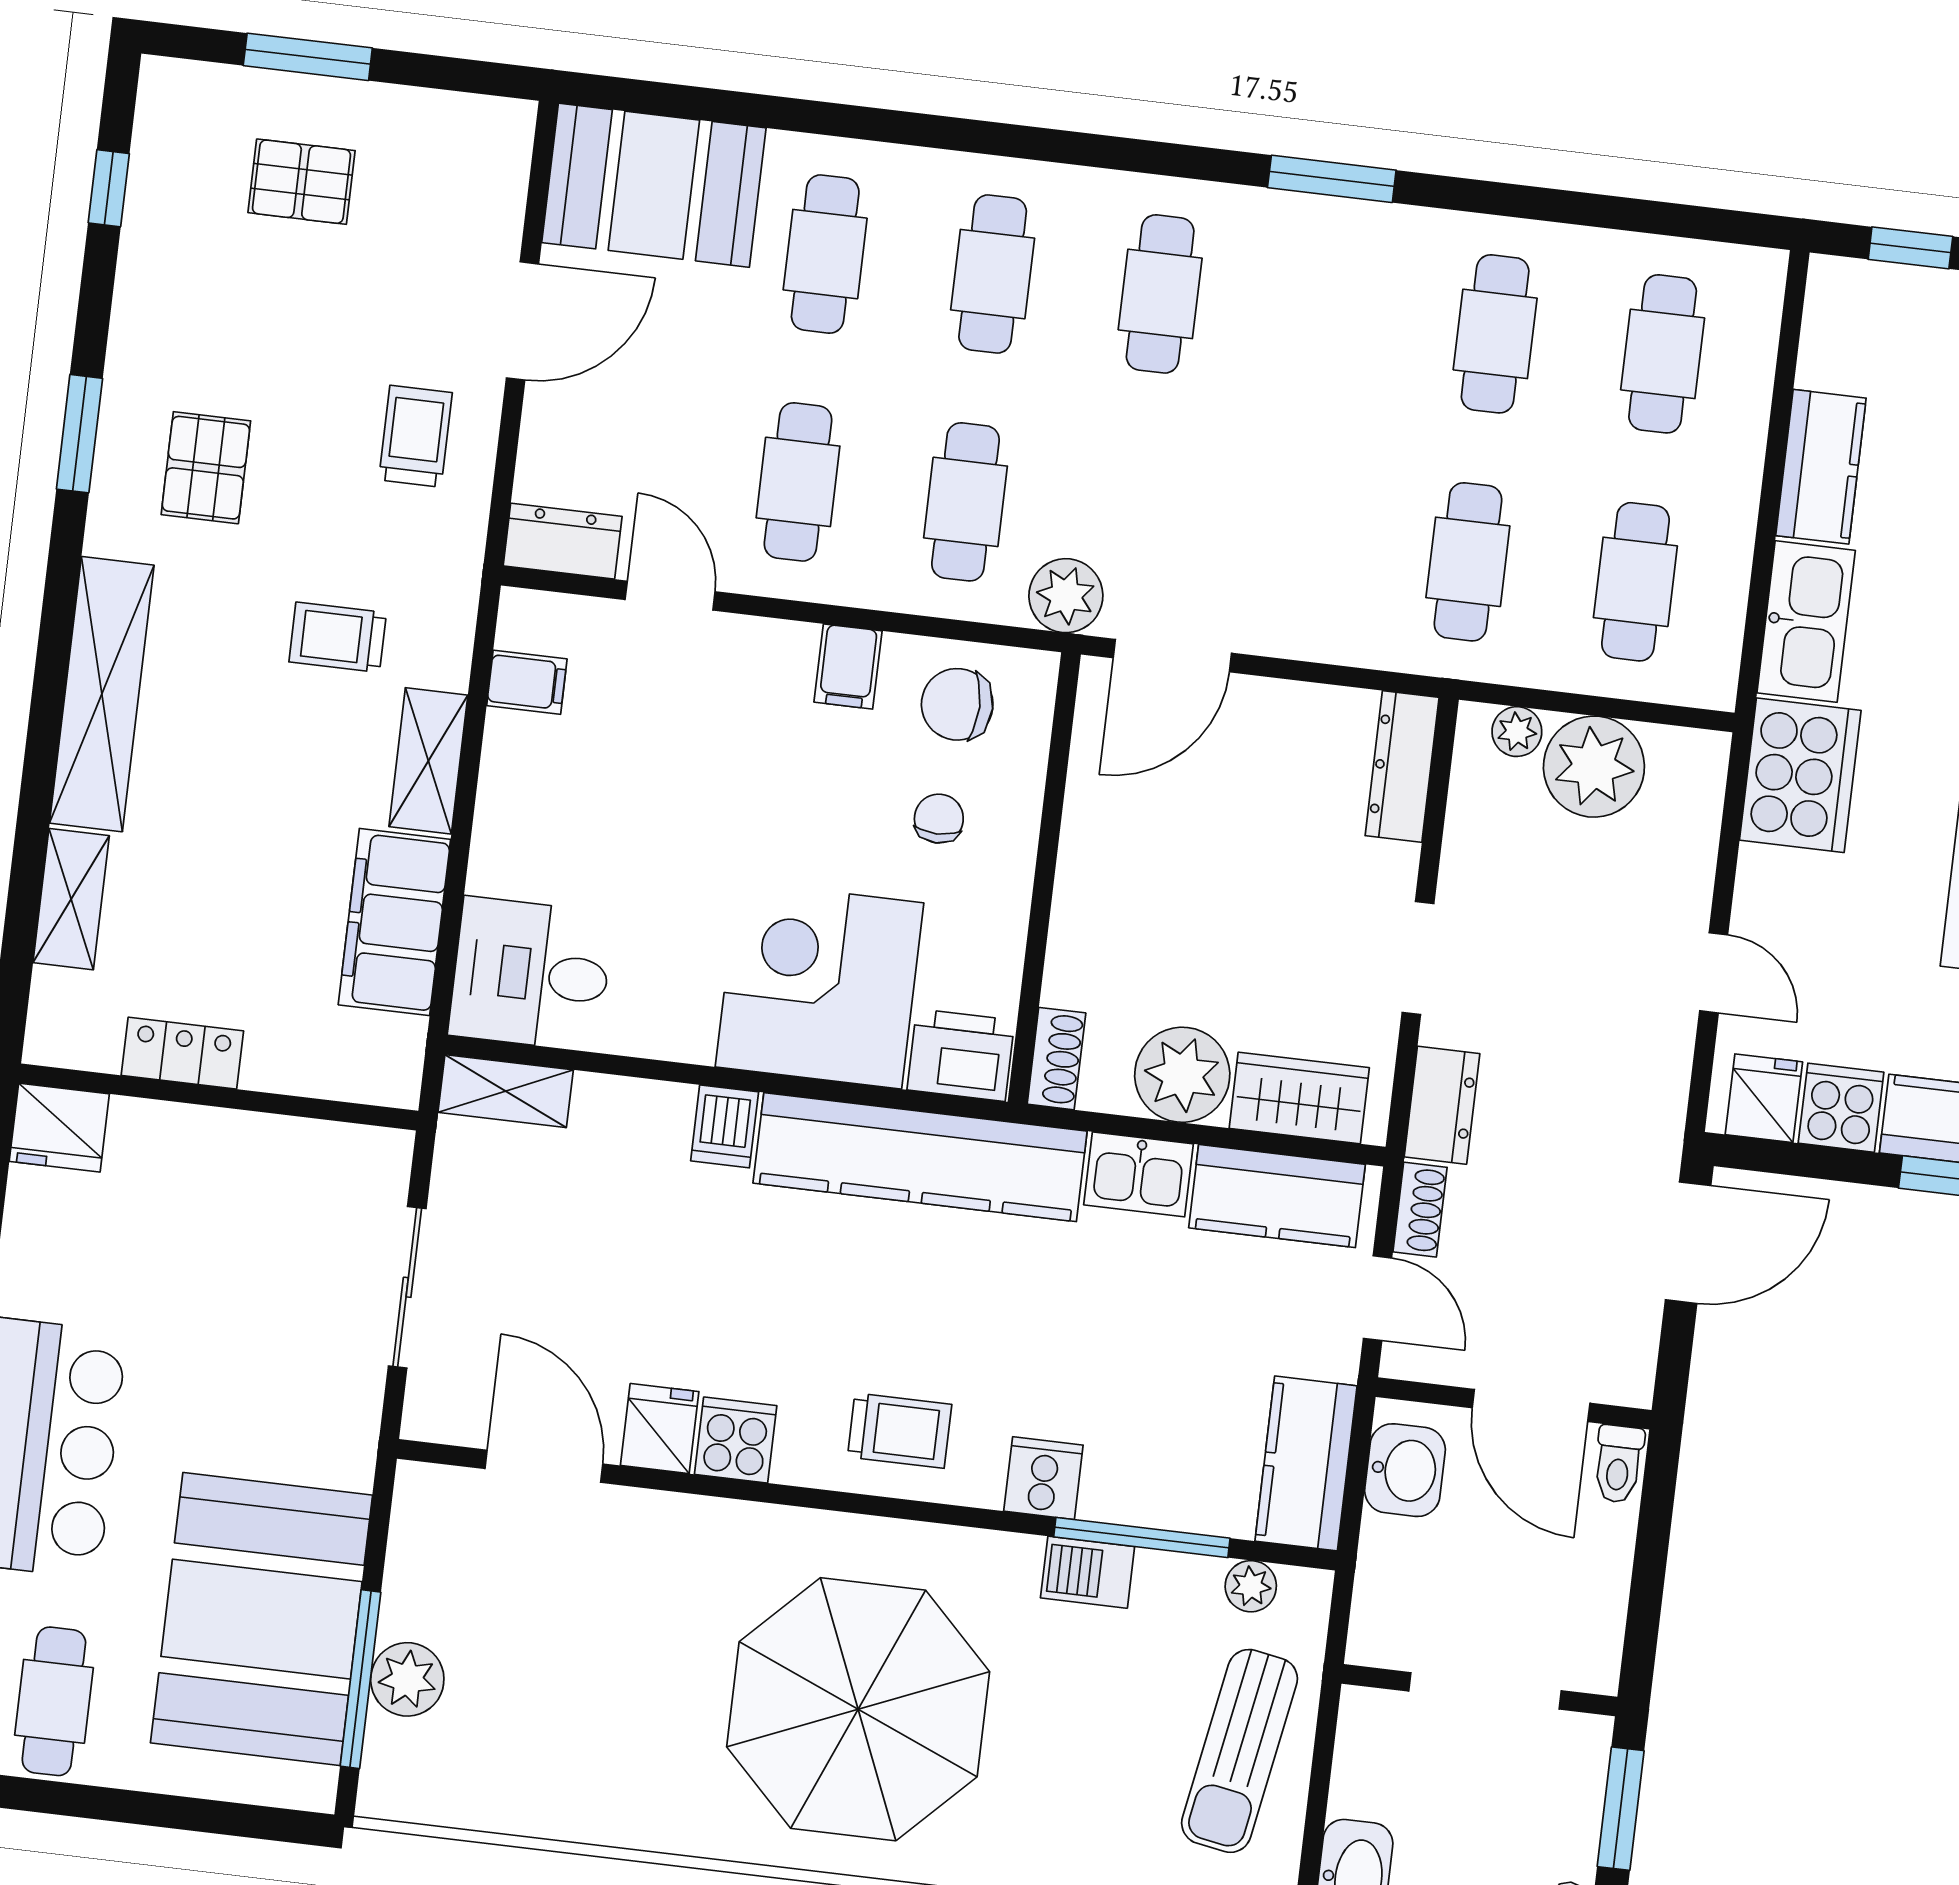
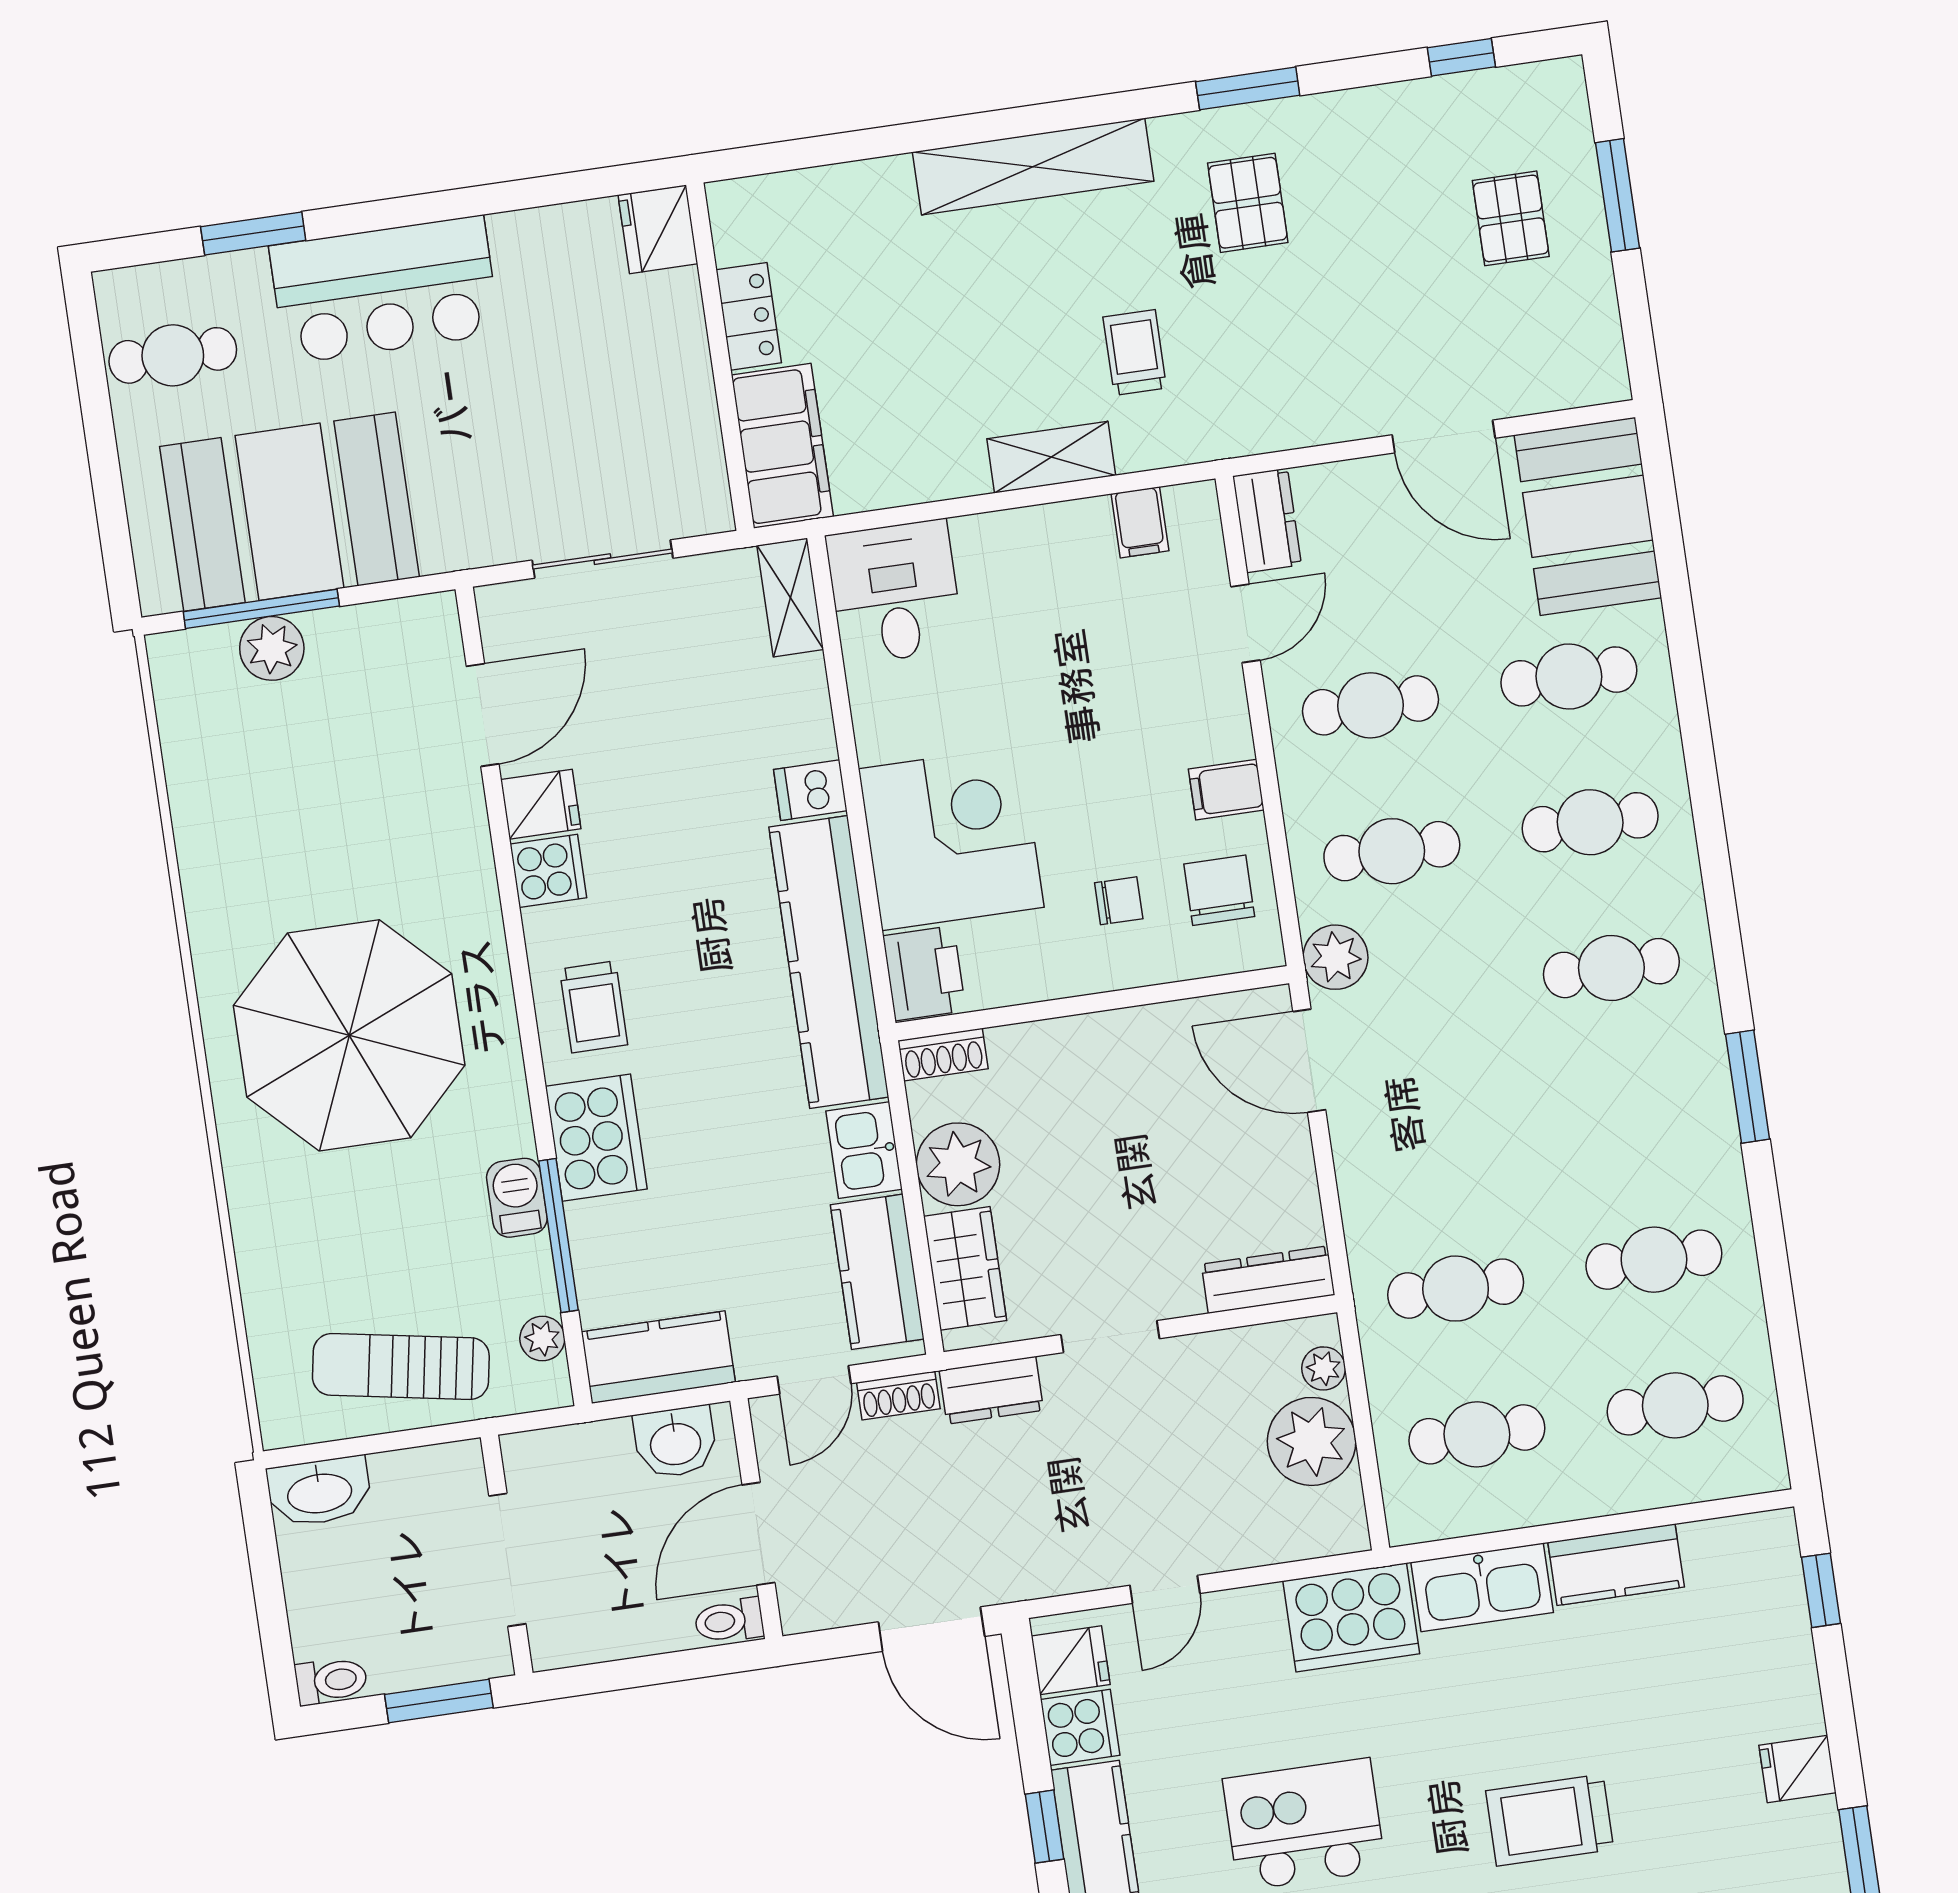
trolley: (416, 436) -> (1322, 372), removed
pallet: (206, 468) -> (1248, 203), turned 90
shelving: (71, 899) -> (853, 187), removed
filing cabinet: (394, 922) -> (782, 446), moved, turned 90
cooker: (1043, 1478) -> (596, 1138), width x1.87, depth x1.31

